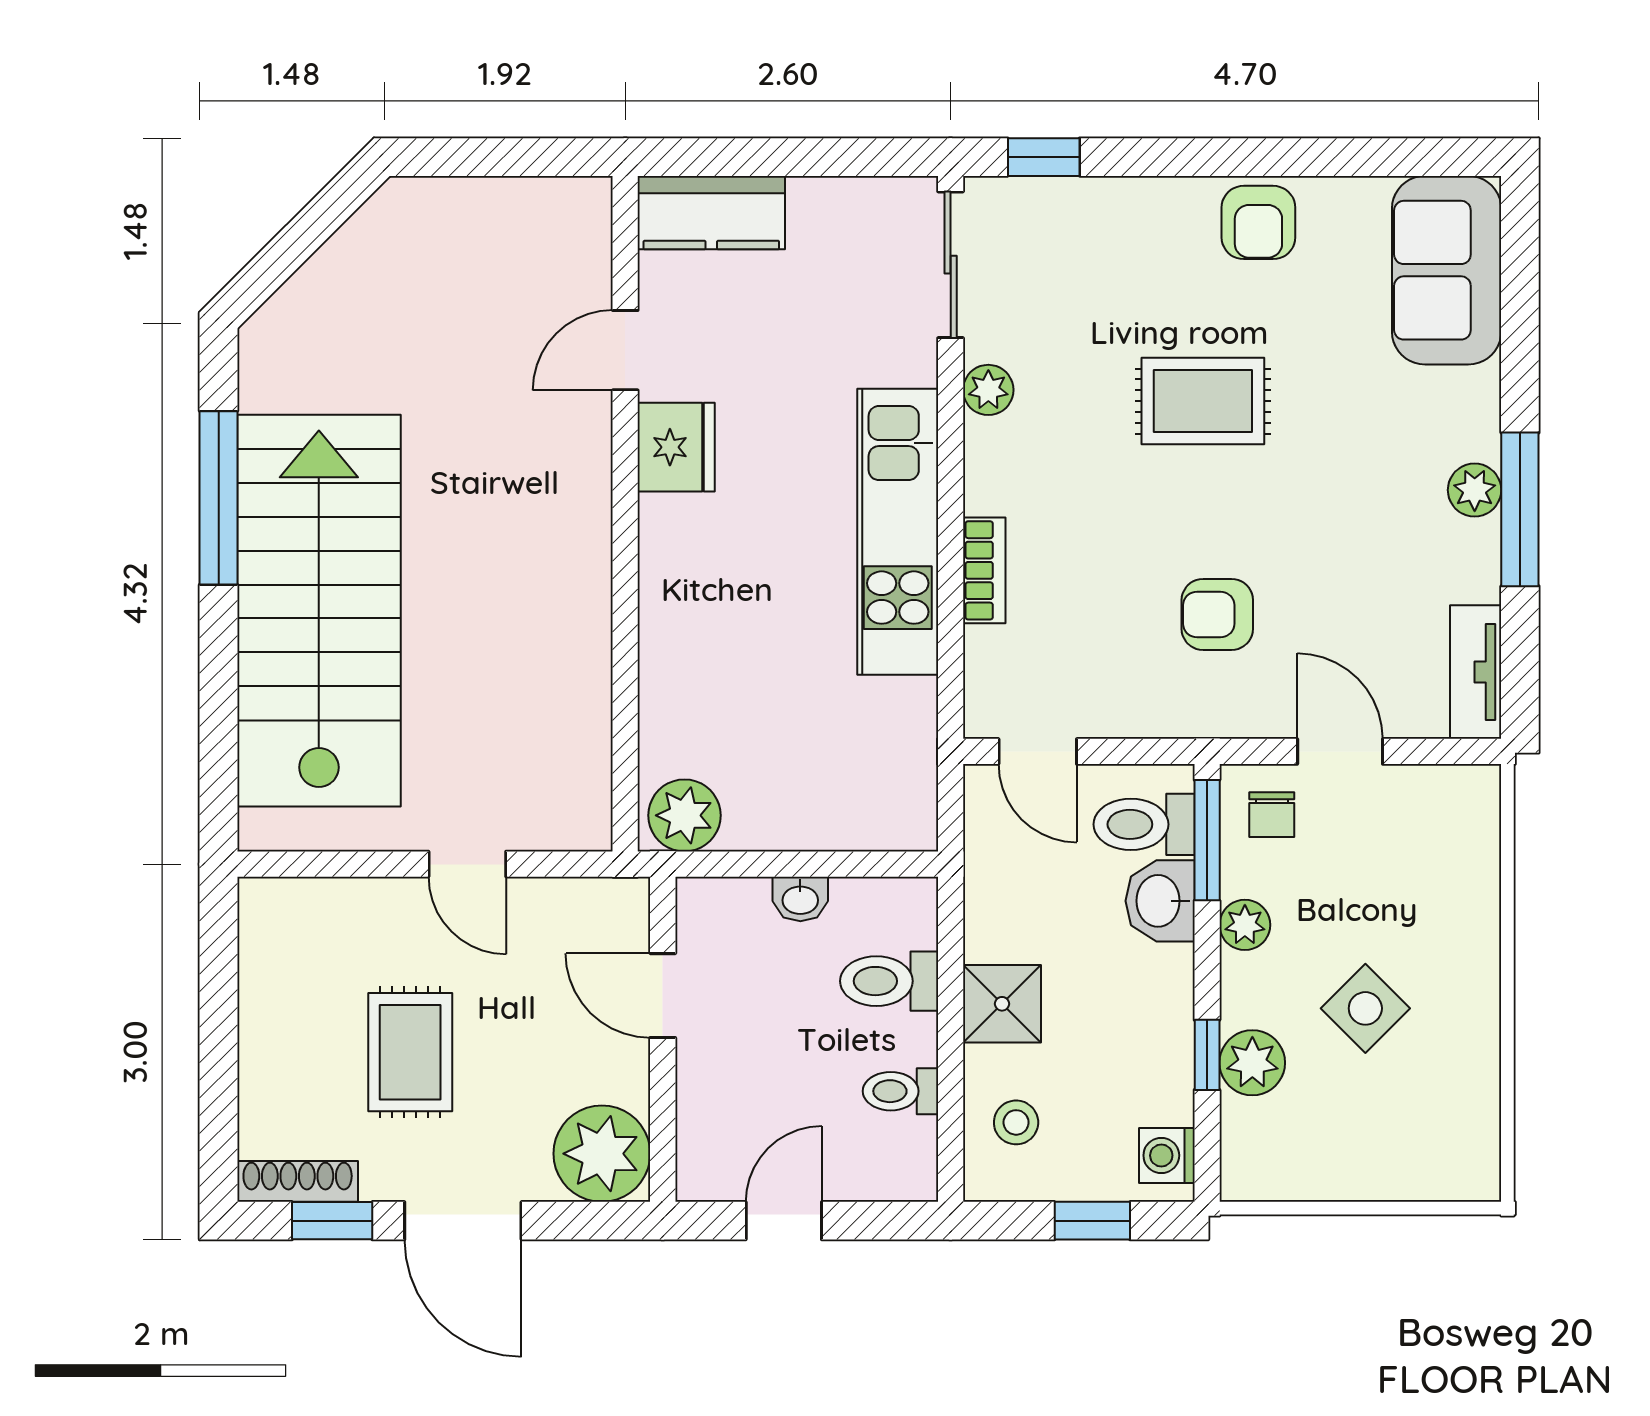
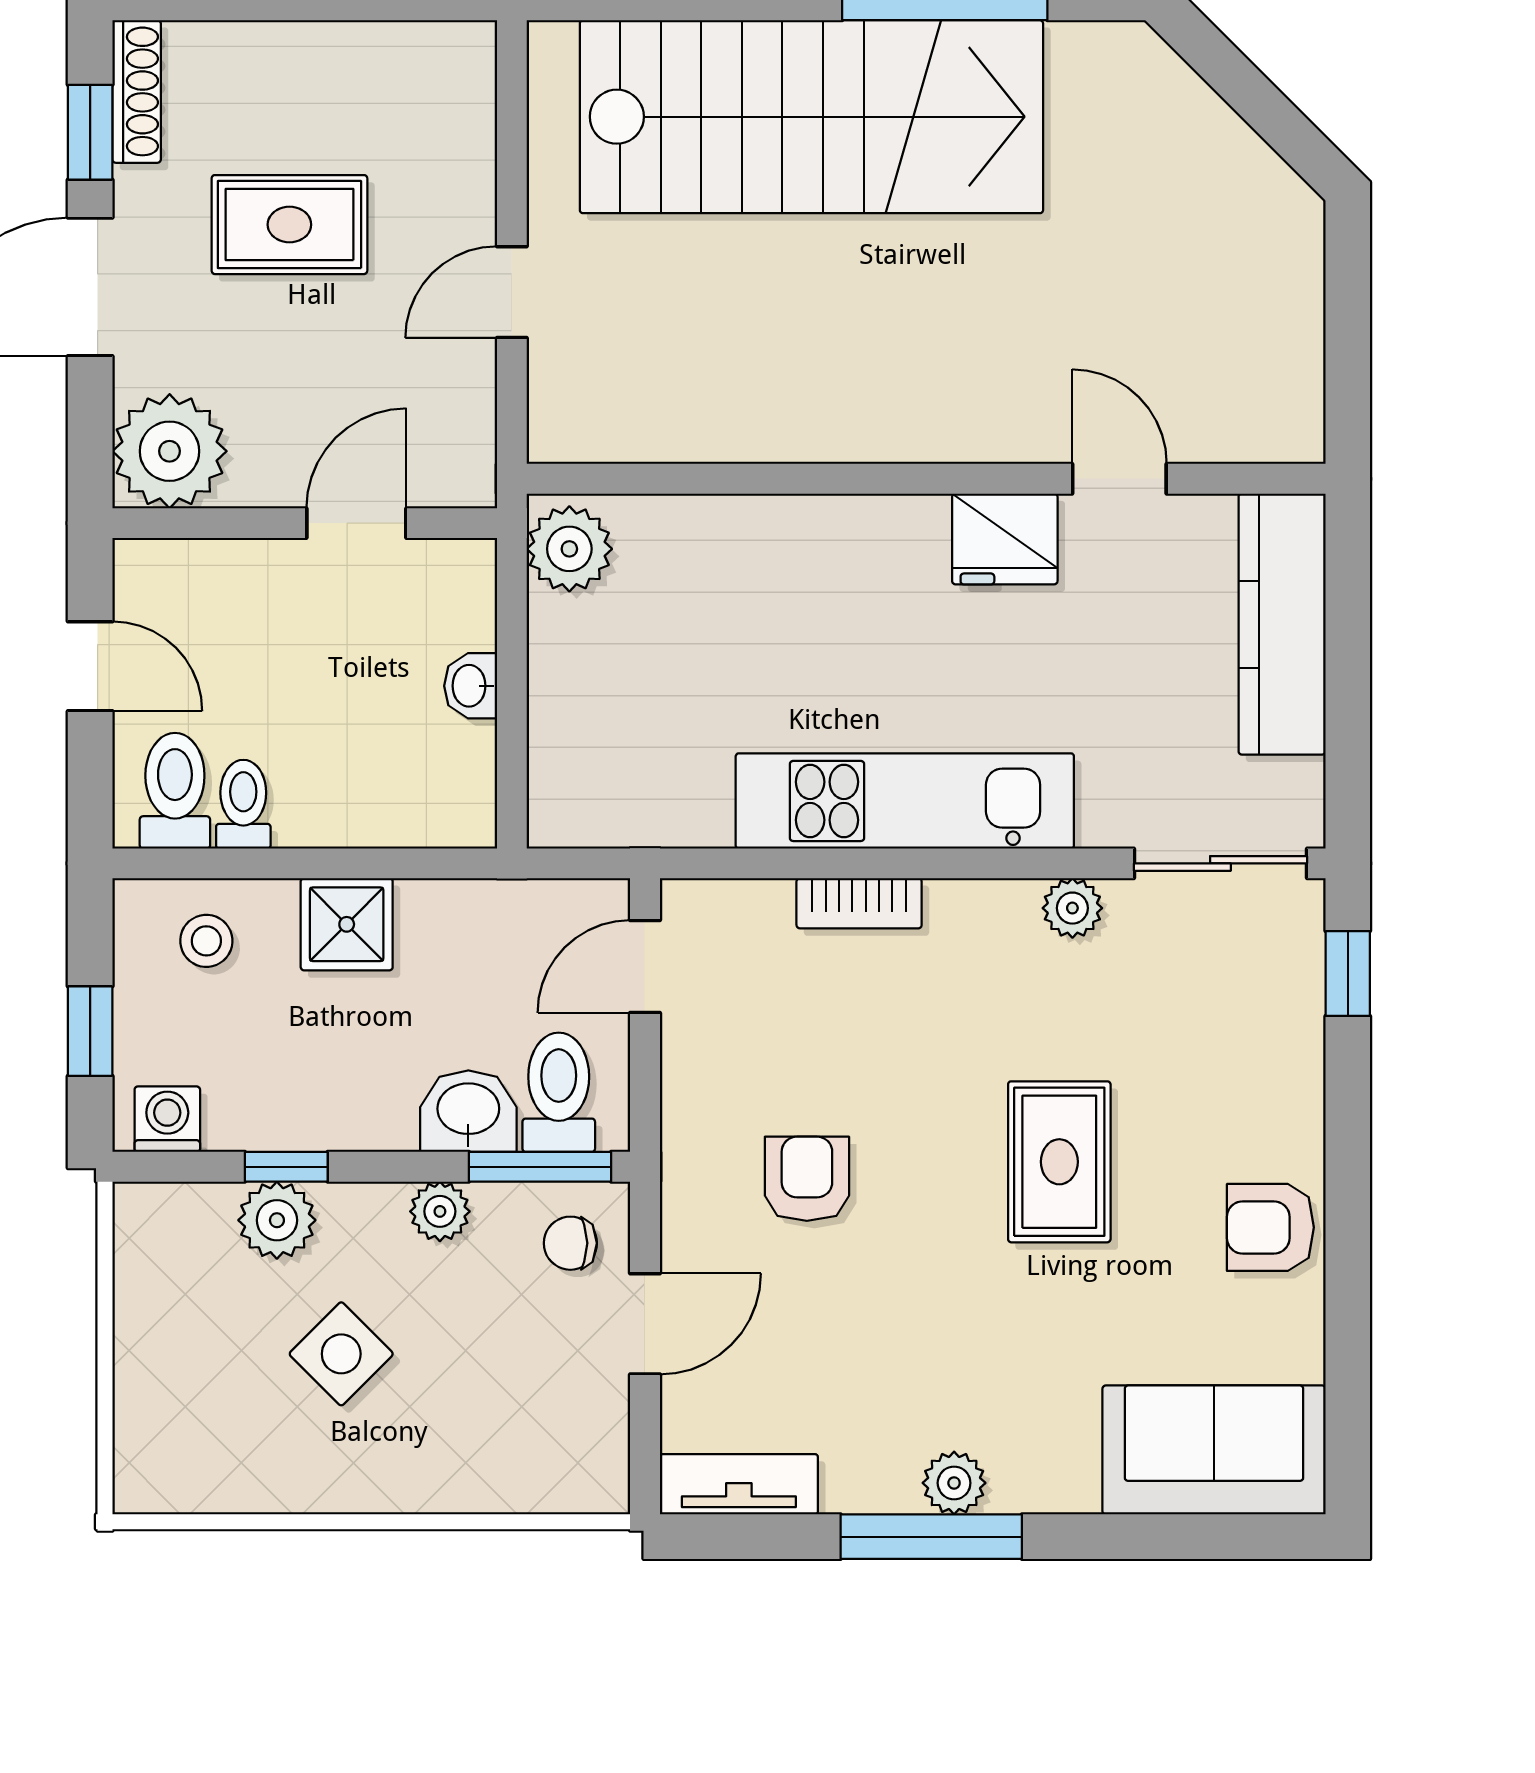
kitchen counter: (711, 213) -> (1282, 624), width x1.50
toilet: (889, 981) -> (175, 791), moved

